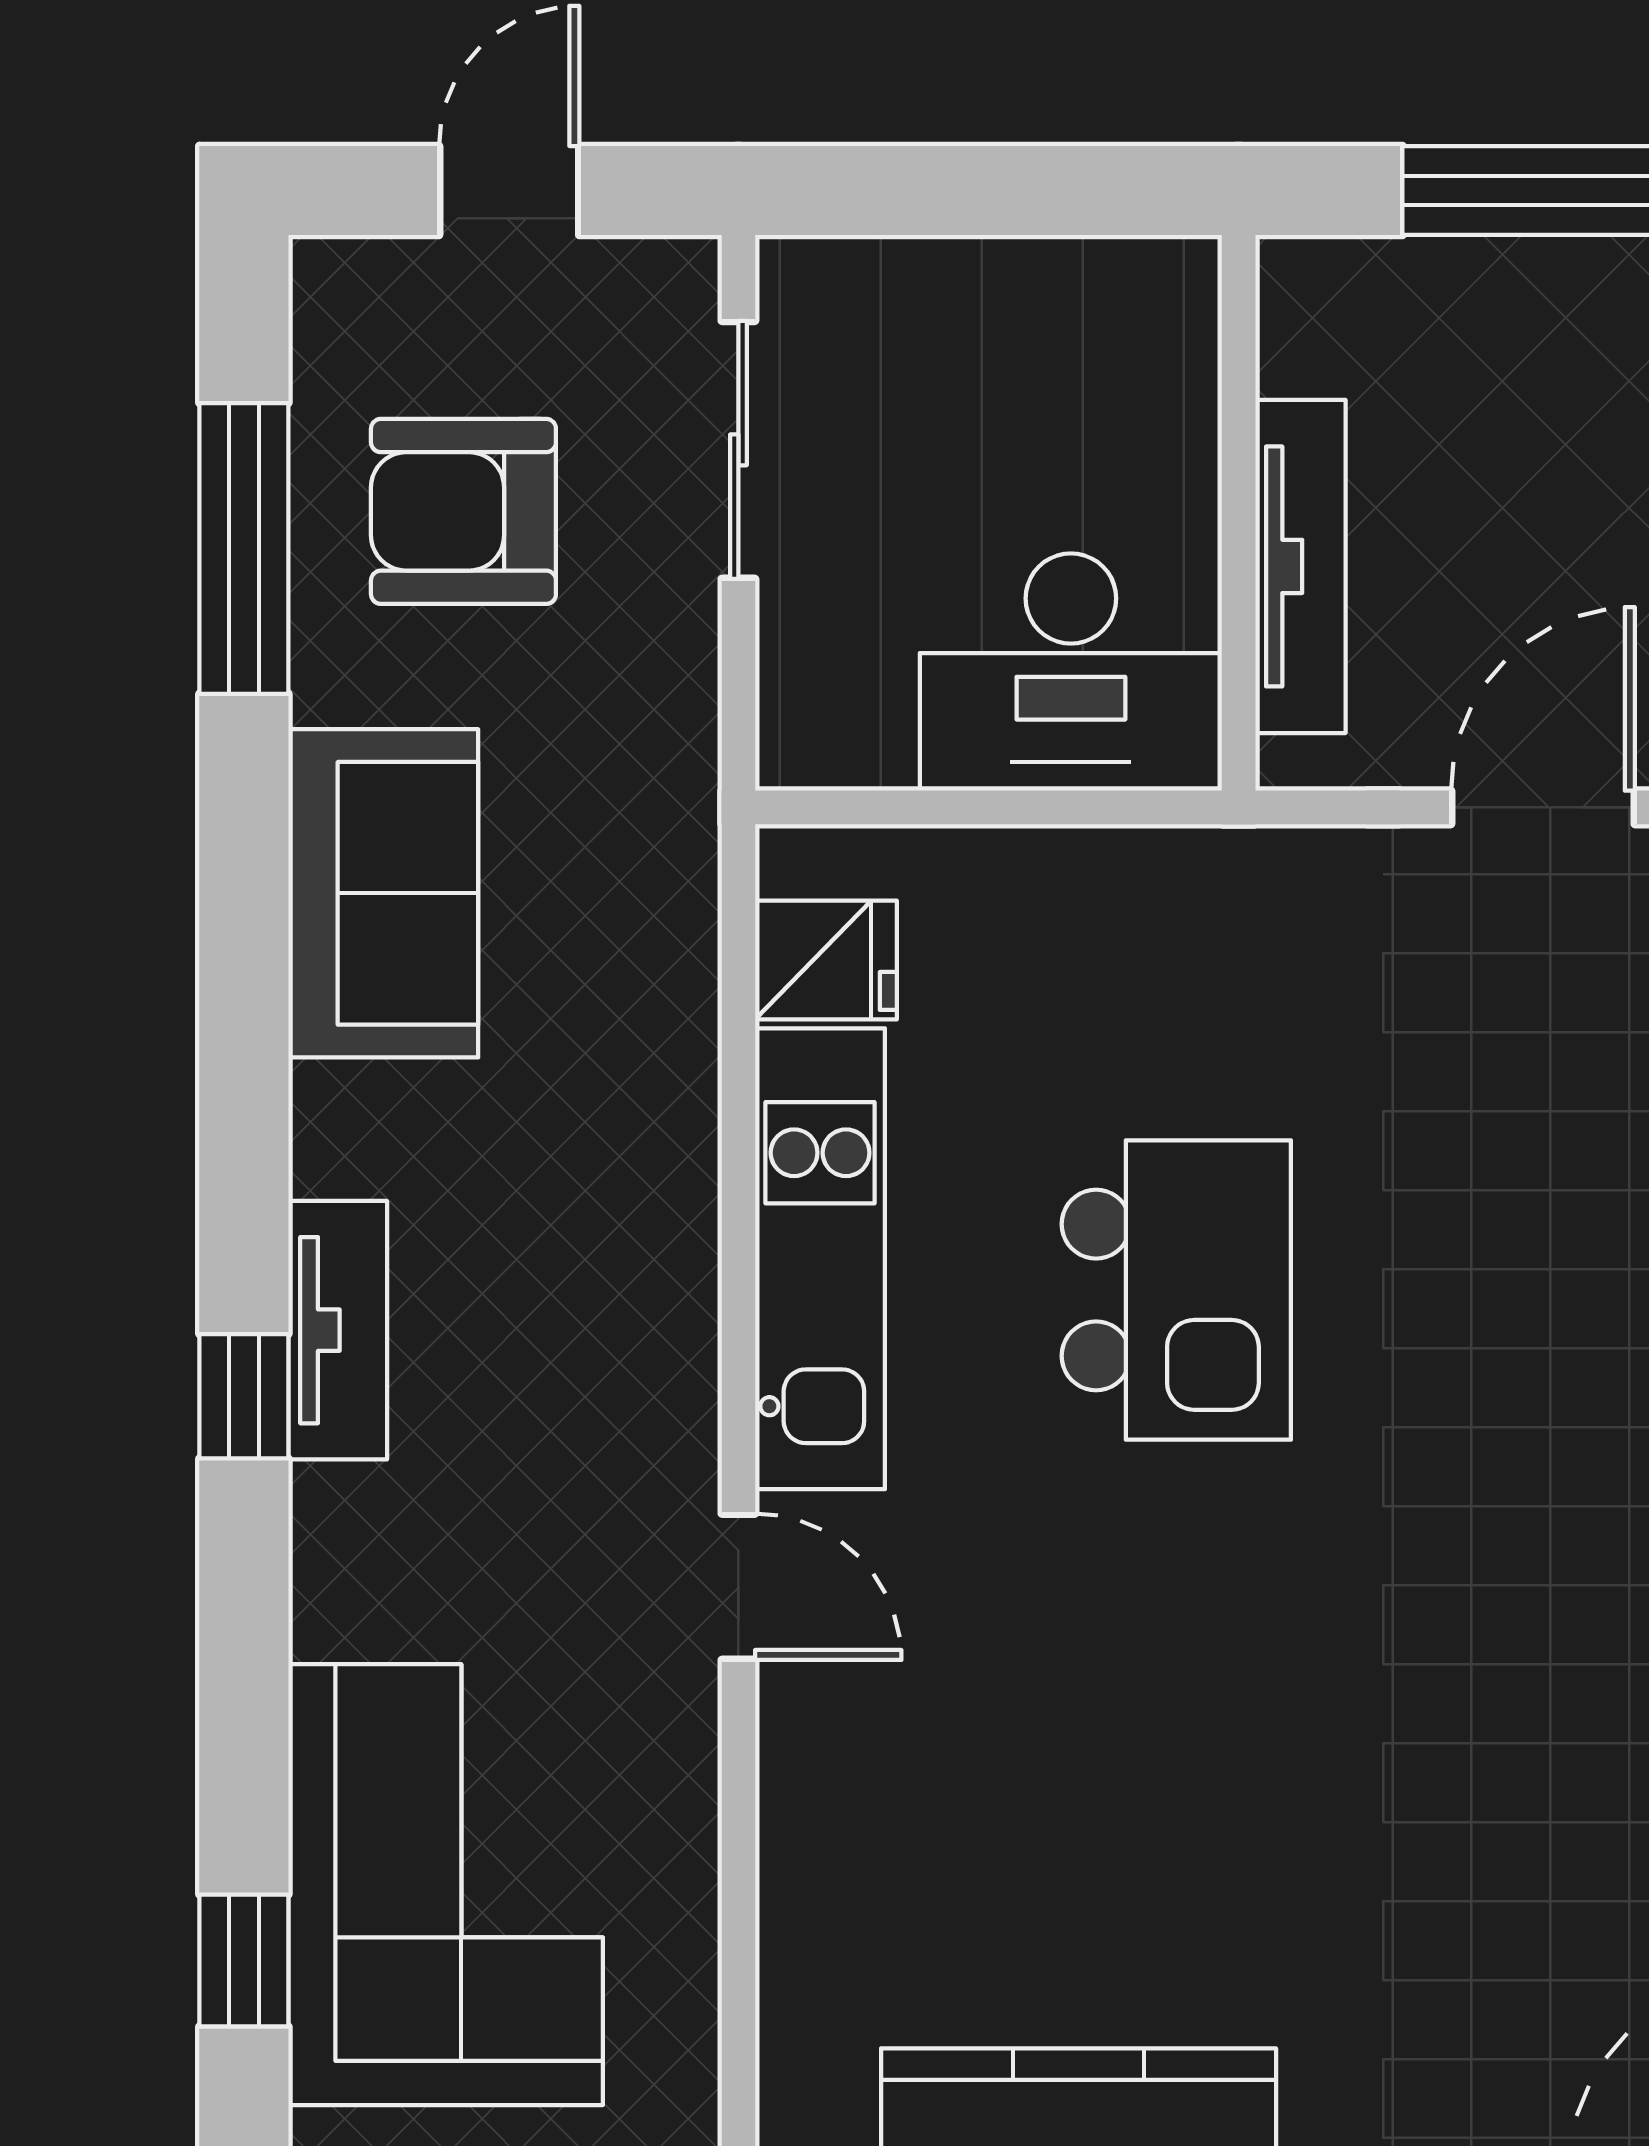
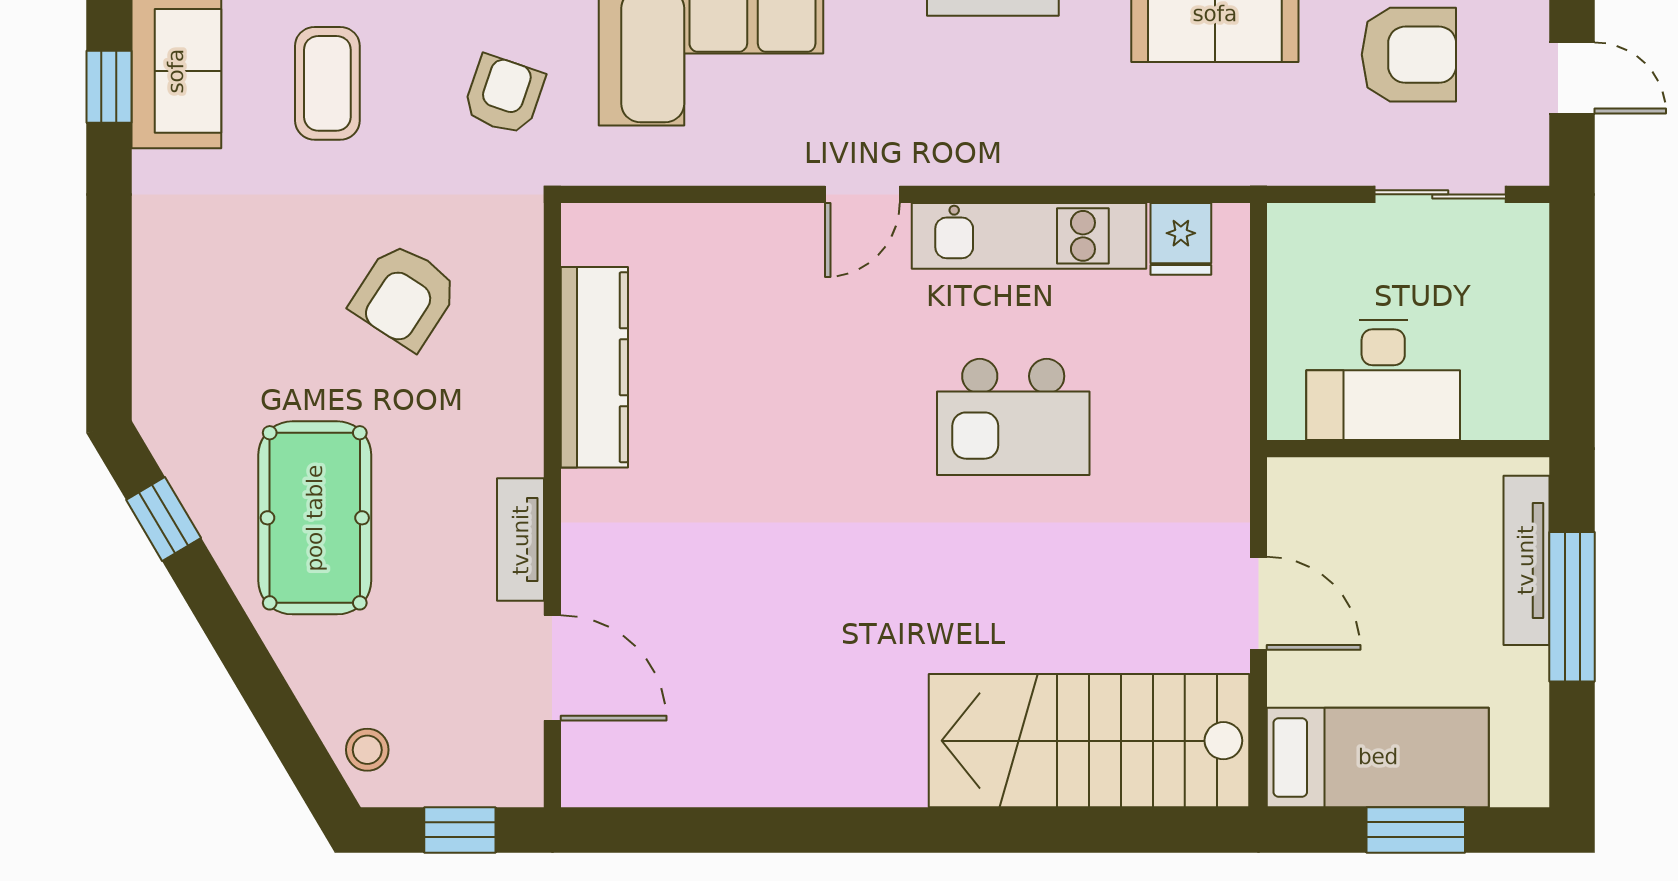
armchair: (463, 511) -> (1409, 55), turned 90
tv unit: (1300, 566) -> (1526, 560), moved, turned 90
desk: (1071, 672) -> (1383, 380), moved, turned -90

